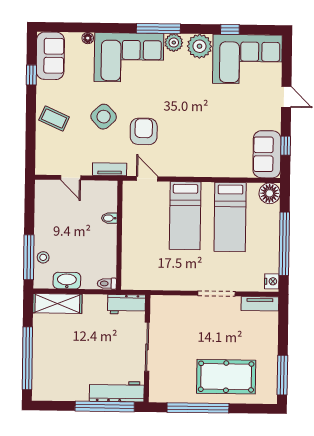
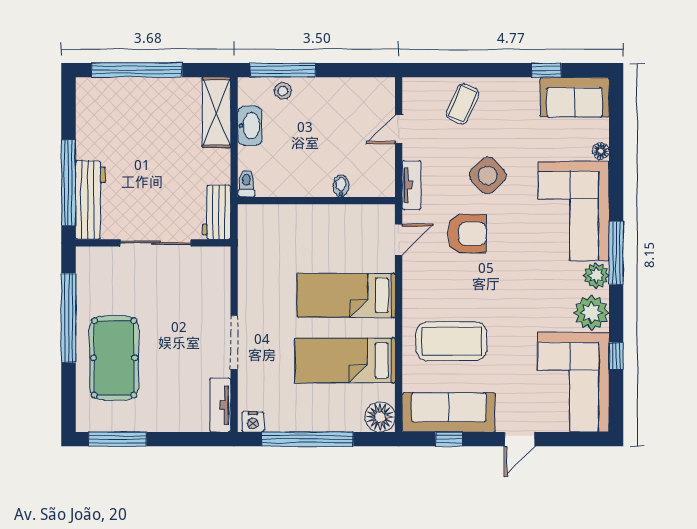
coffee table: (54, 118) -> (462, 104), moved
coffee table: (218, 143) -> (451, 341), added
sofa: (267, 154) -> (449, 412), width x1.36

